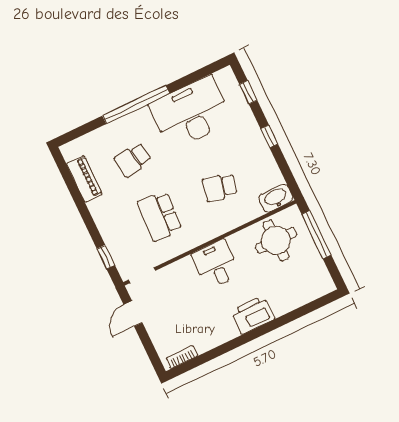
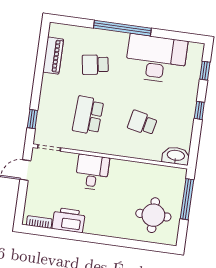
round table: (276, 240) -> (153, 215), moved
desk: (216, 264) -> (92, 172), moved
printer: (253, 315) -> (69, 220), moved

